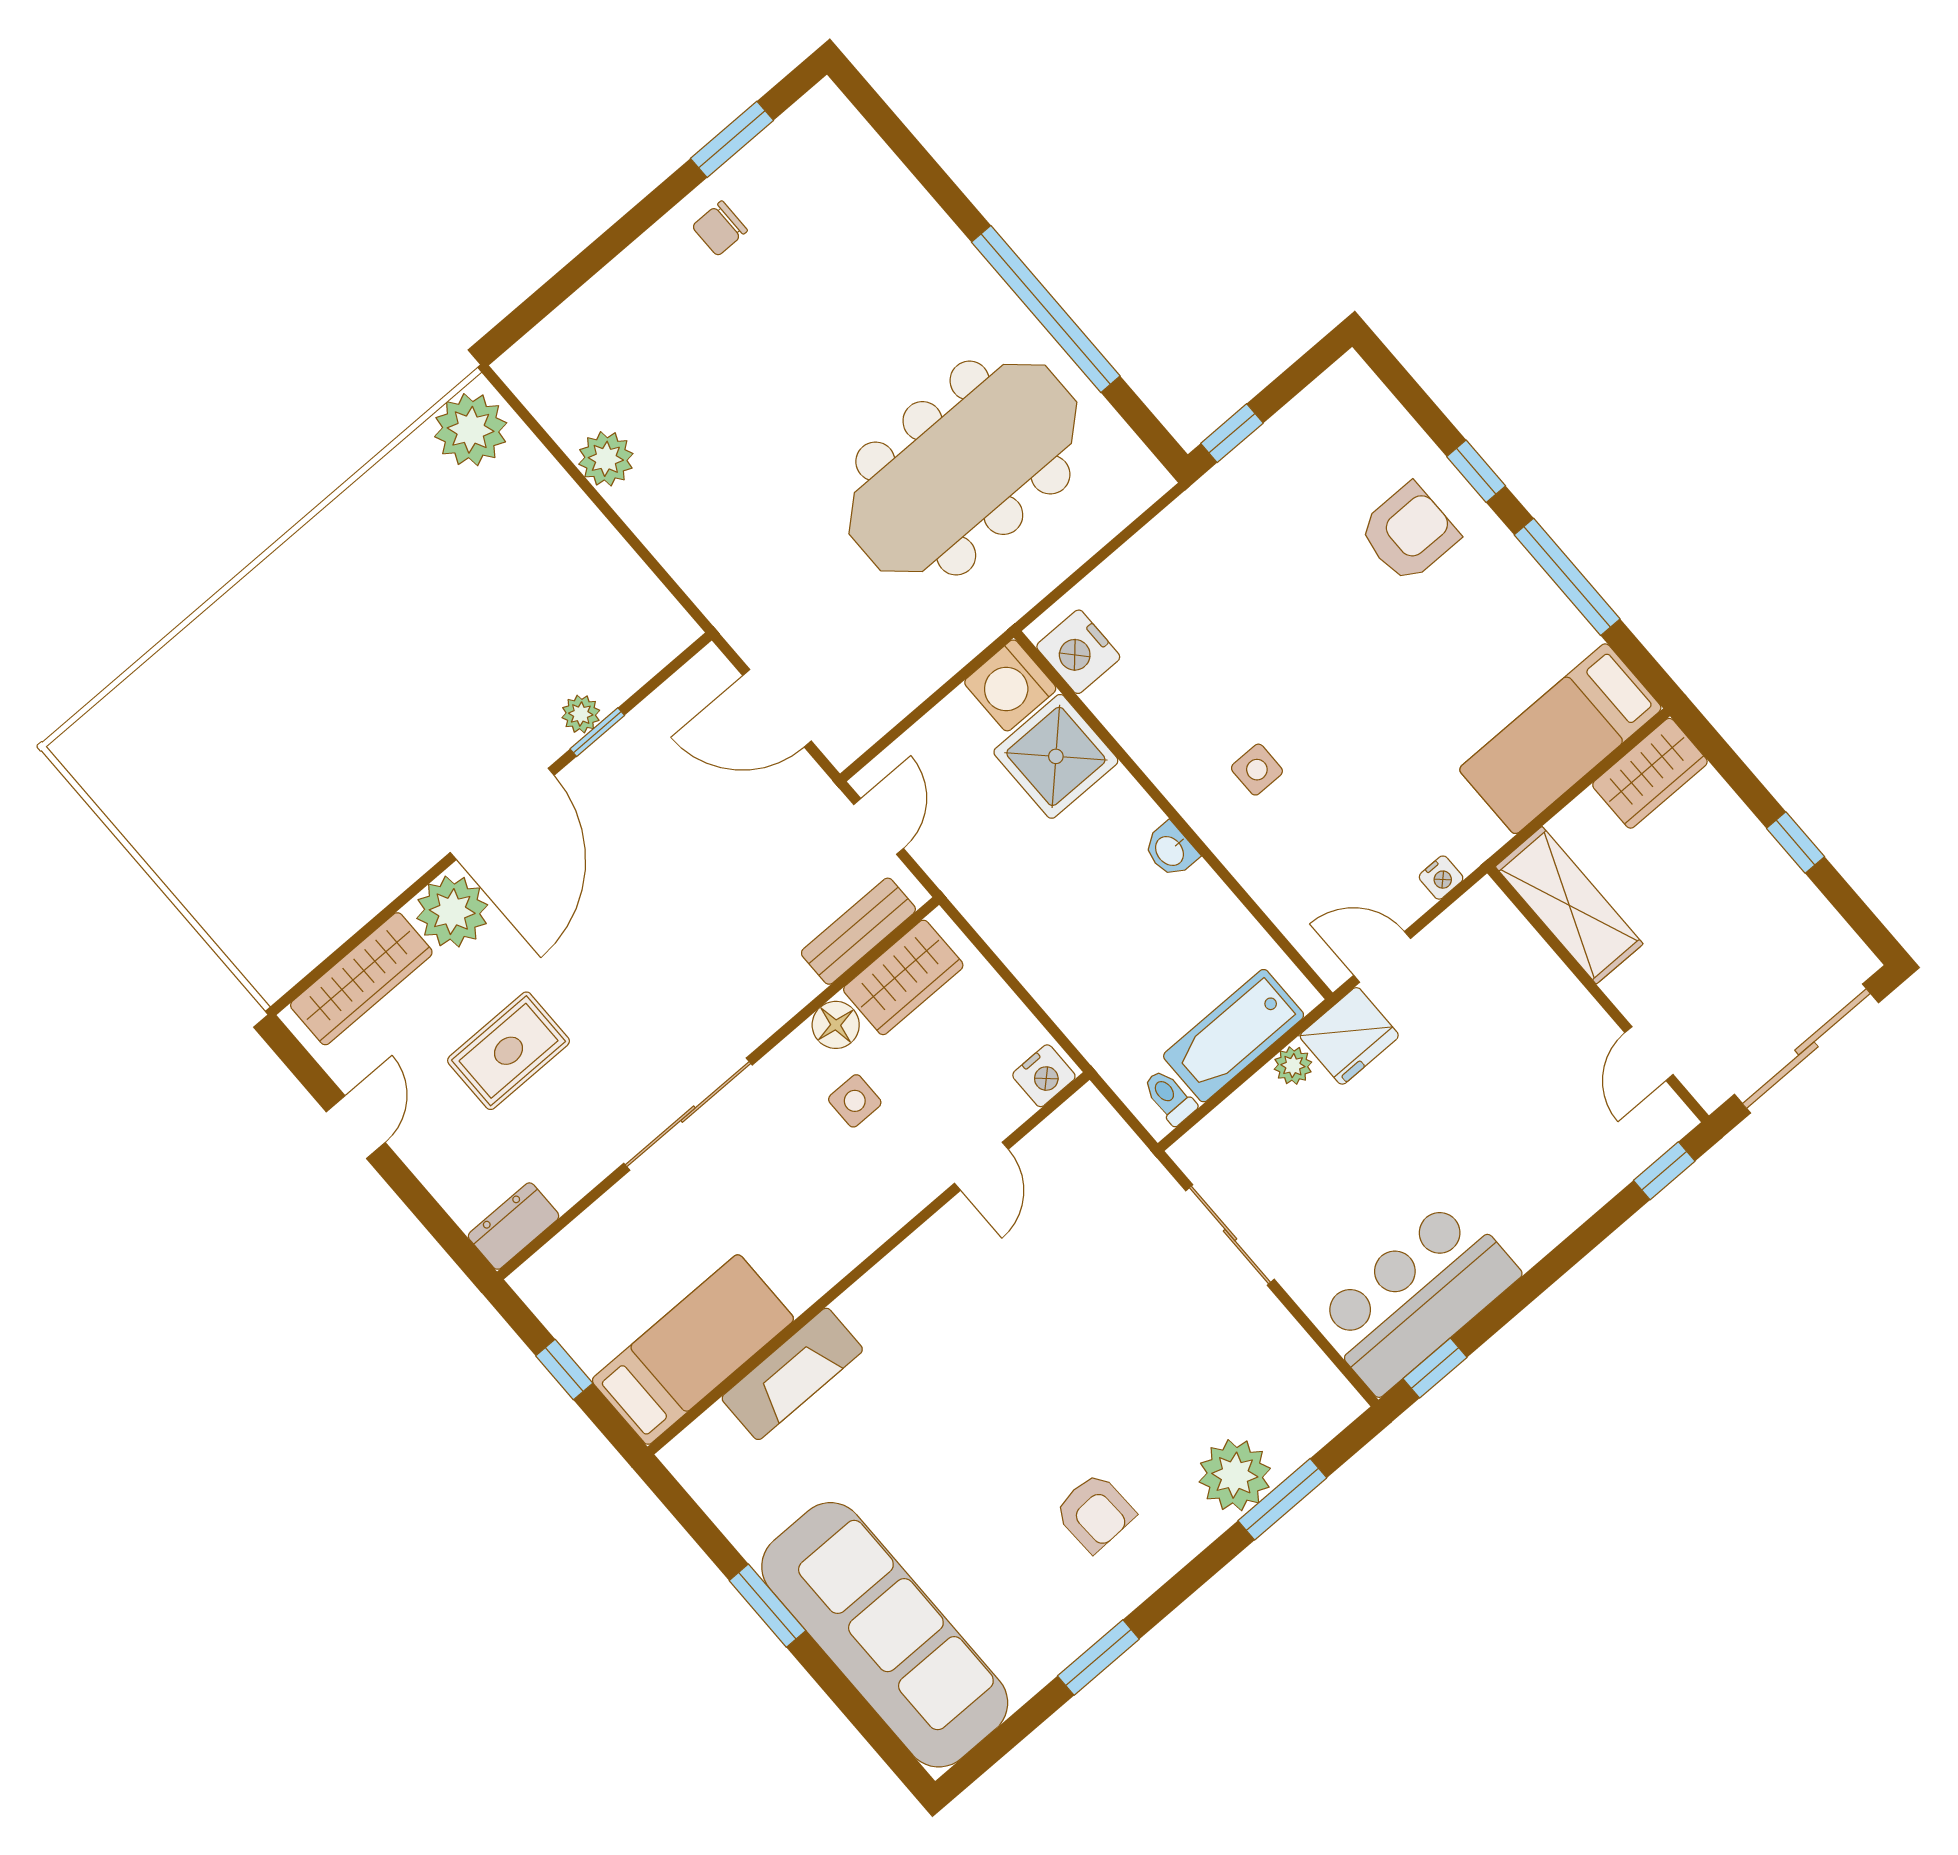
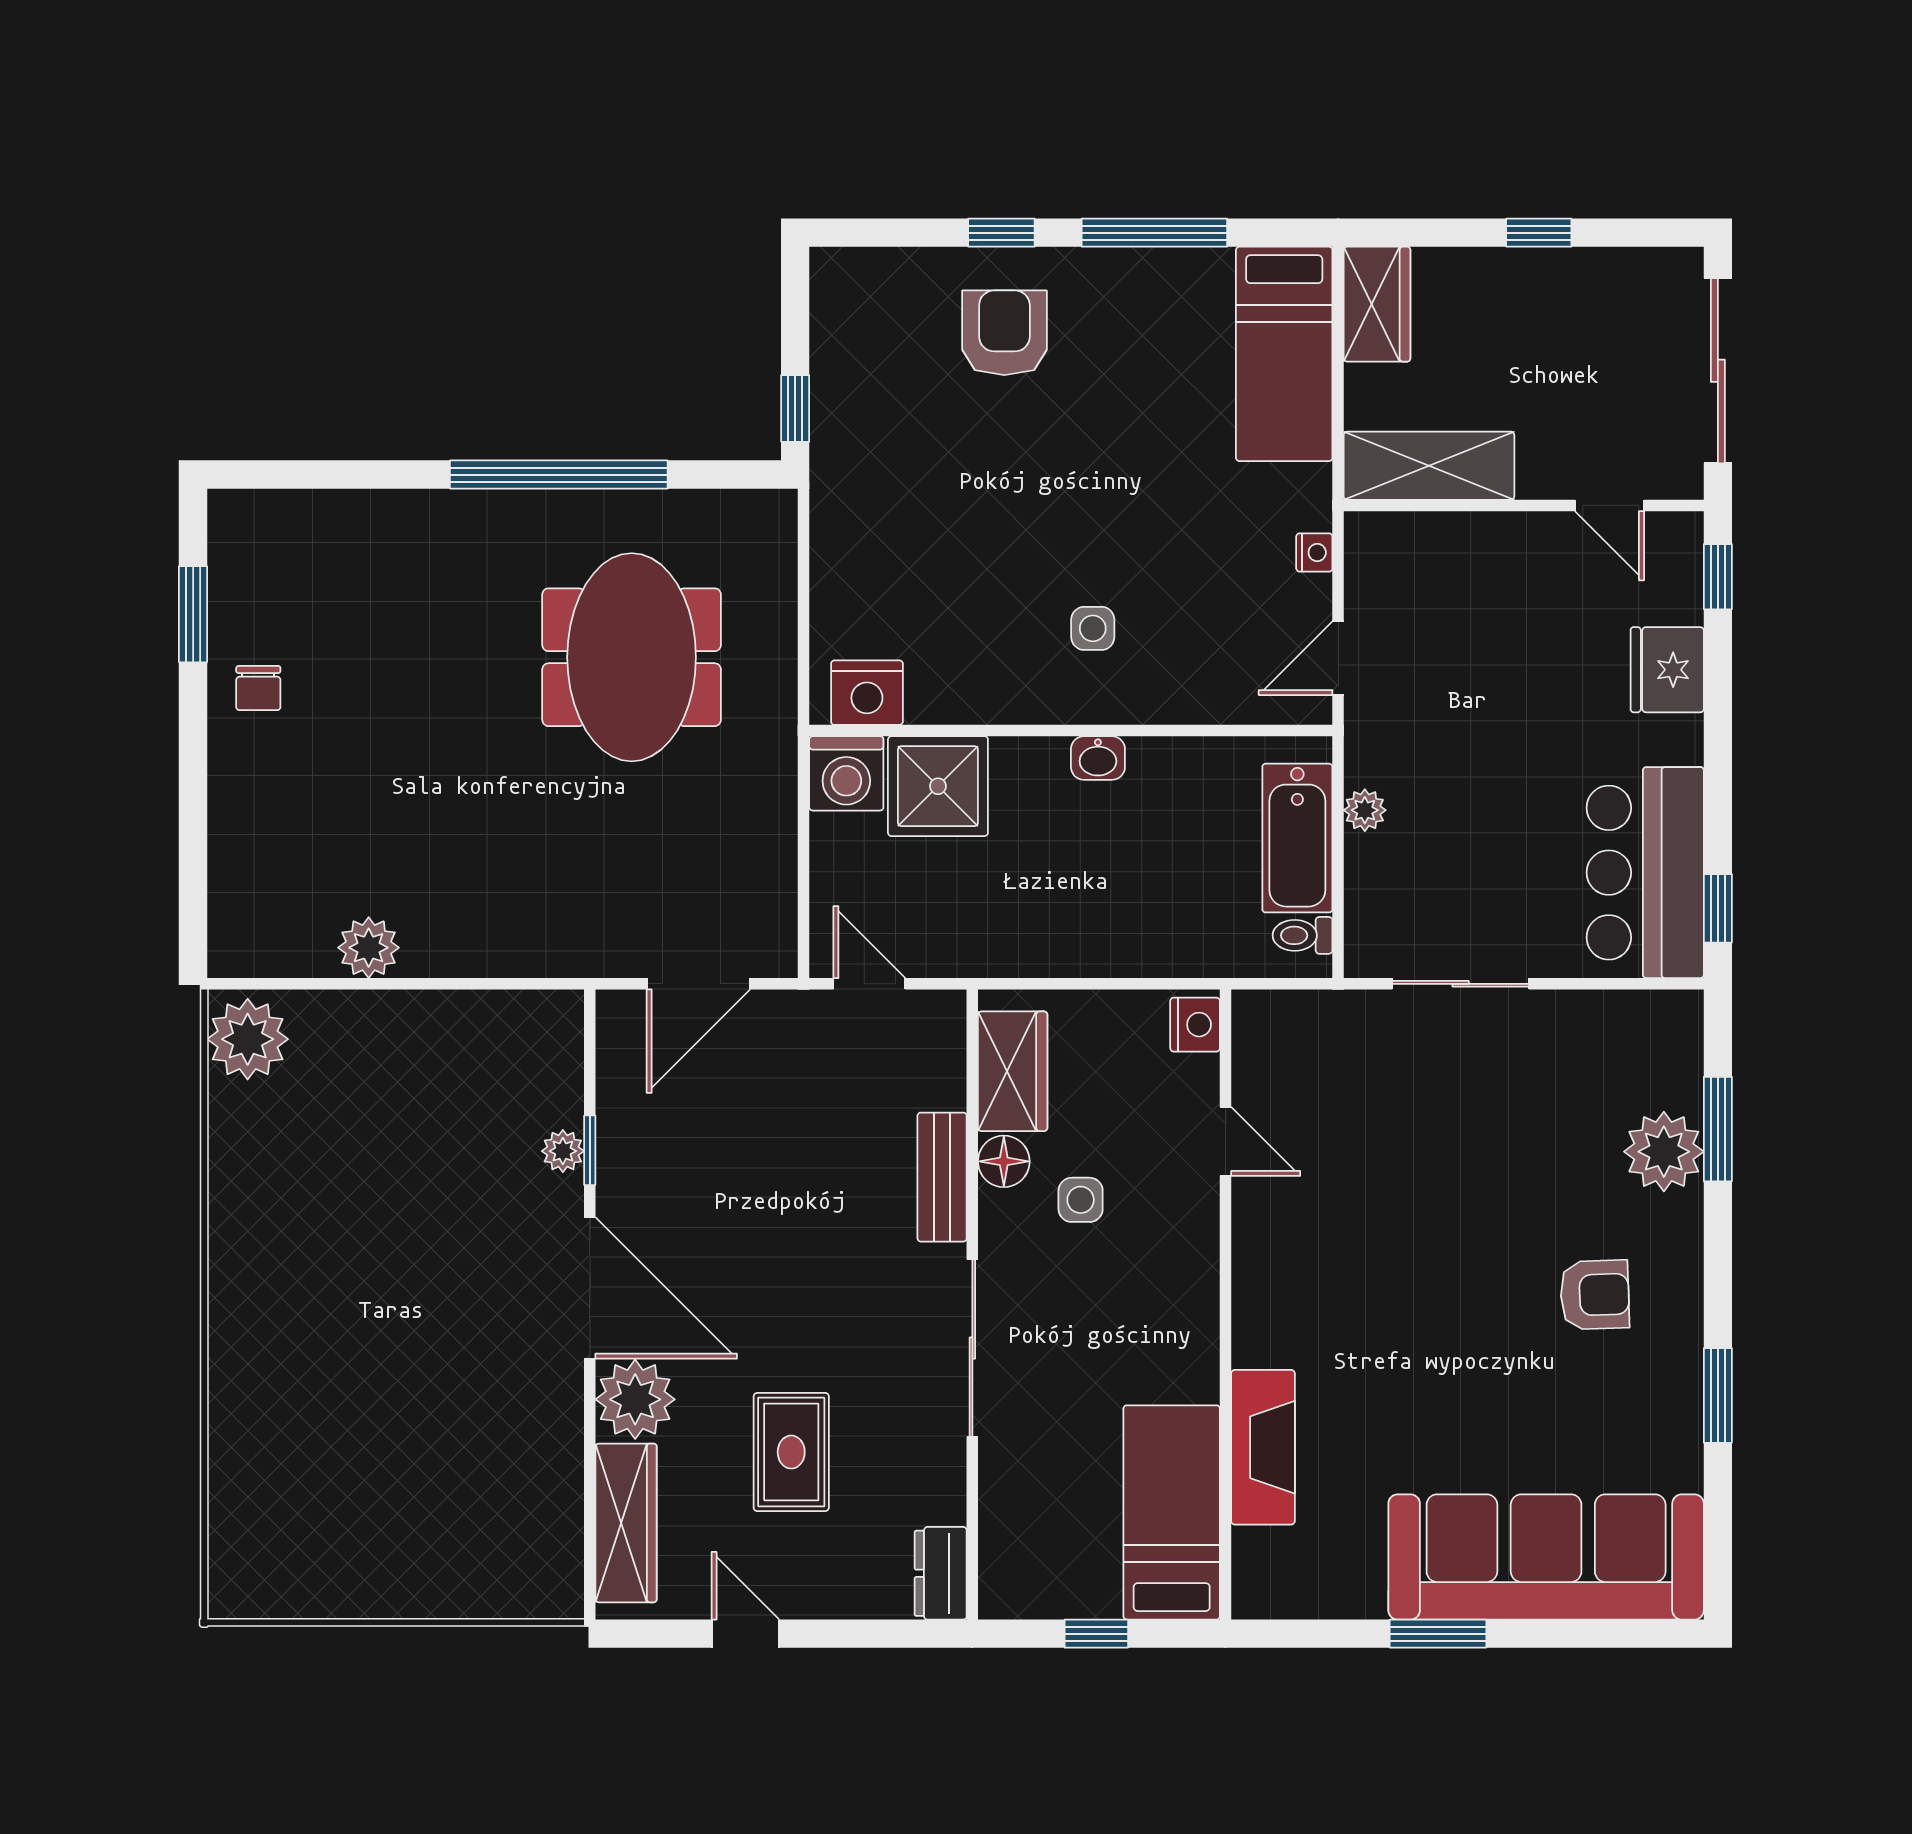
meeting table: (963, 468) -> (632, 657), width x0.73
bench: (858, 931) -> (942, 1177), moved
fridge: (1349, 1036) -> (1667, 670), moved, turned 180

